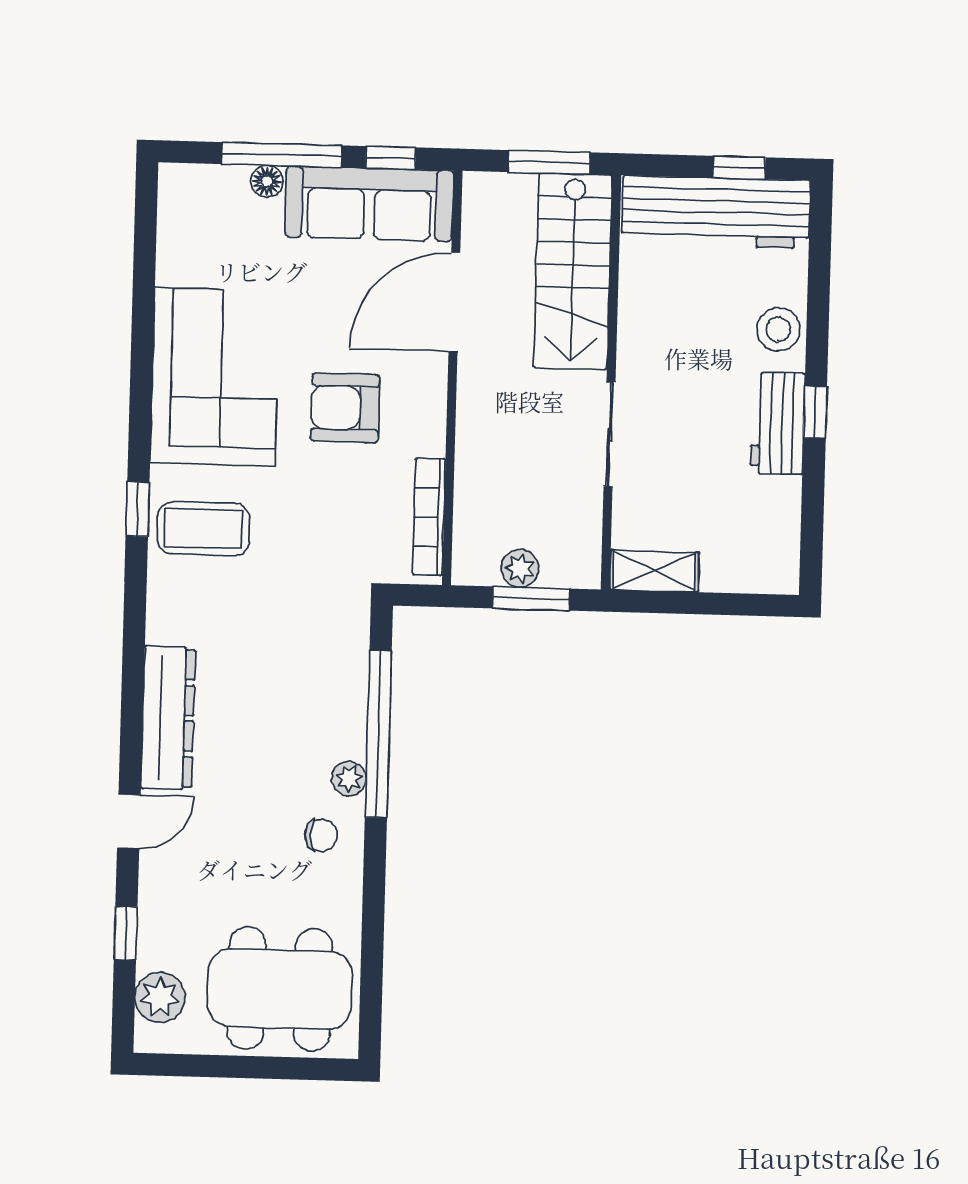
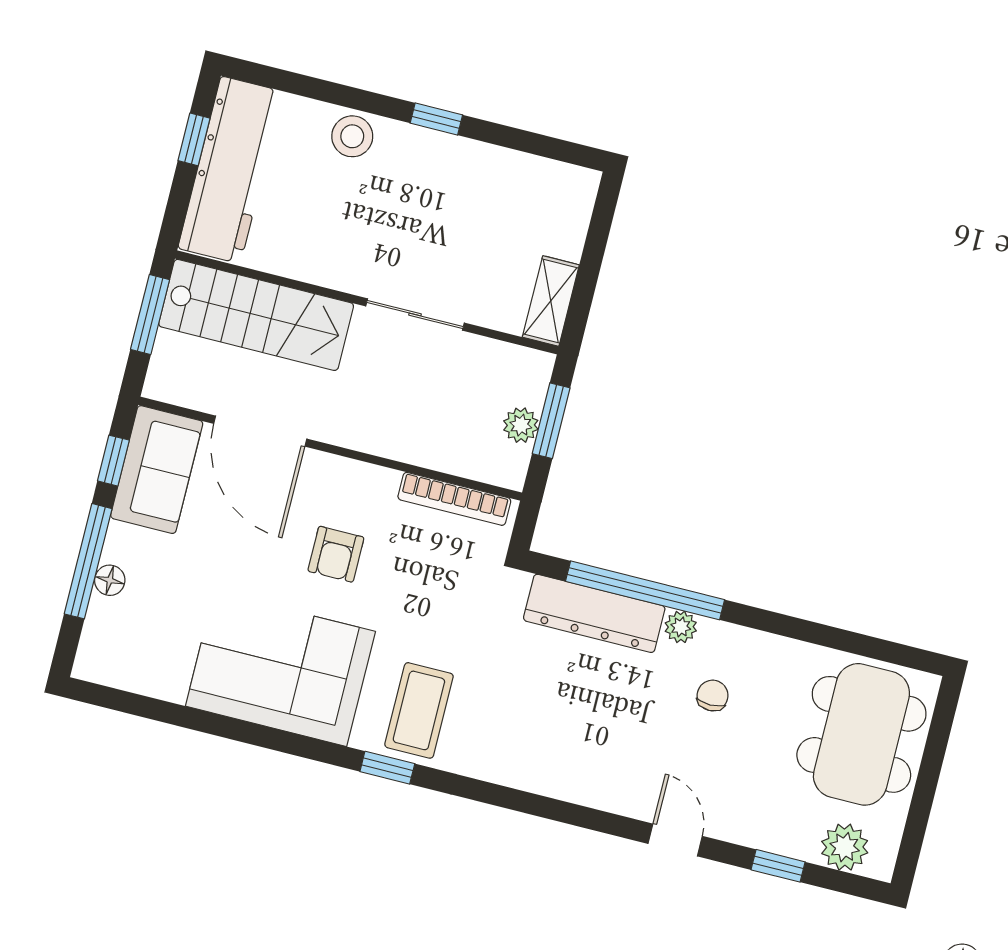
sofa: (369, 204) -> (157, 470), width x0.73
armchair: (345, 408) -> (336, 554), width x0.72, depth x0.72
workbench: (778, 423) -> (439, 156), removed
dresser: (168, 718) -> (594, 613), moved, turned 180
chair: (321, 835) -> (713, 696), moved

